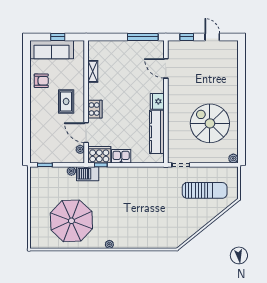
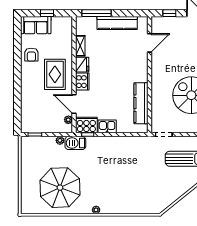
window: (143, 37) -> (97, 13), moved
kitchen counter: (132, 47) -> (117, 23), added
sofa: (52, 50) -> (36, 25), width x0.73
door: (166, 68) -> (150, 43), swing flipped
armchair: (41, 81) -> (31, 55), turned 90
rug: (66, 101) -> (55, 74), width x1.36, depth x1.43
fridge: (157, 101) -> (82, 65), moved, turned 180

